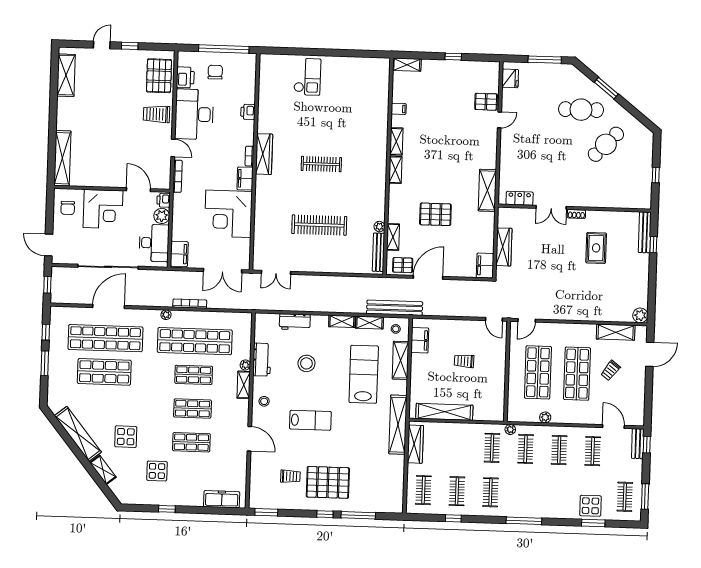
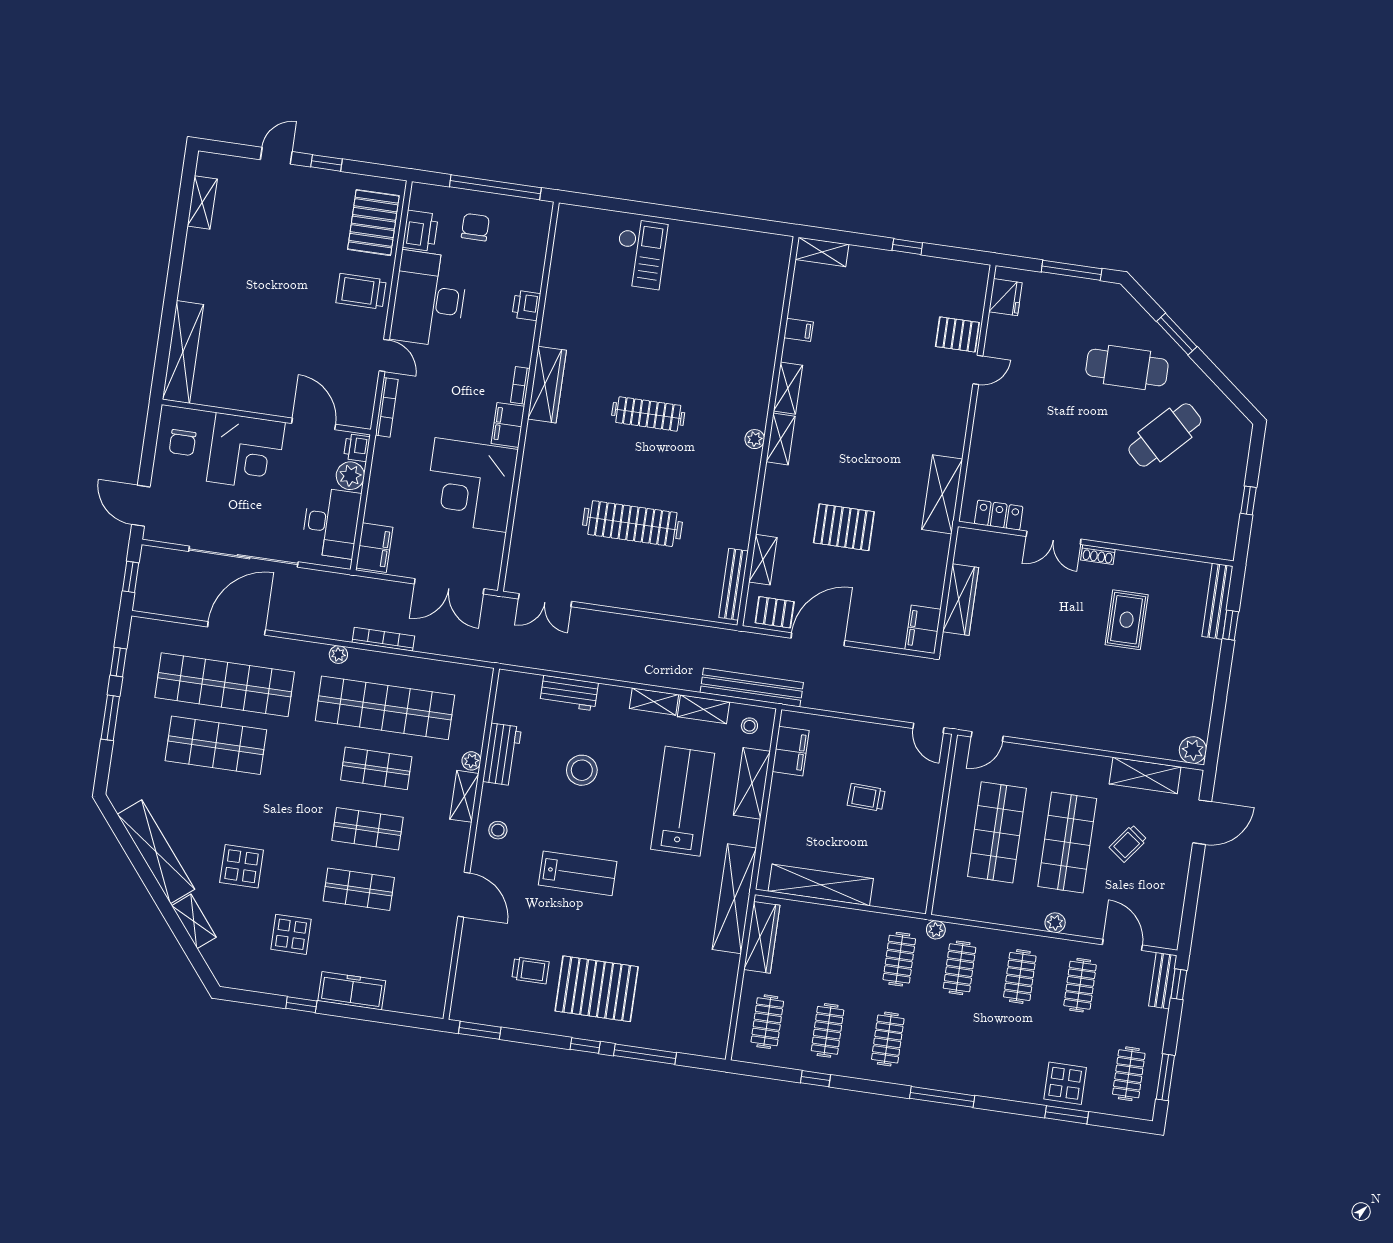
shelving: (66, 75) -> (202, 203), width x0.67, depth x0.75
plant: (379, 227) -> (755, 439), moved
plant: (545, 417) -> (1055, 923), moved
freezer: (222, 499) -> (352, 991), moved

